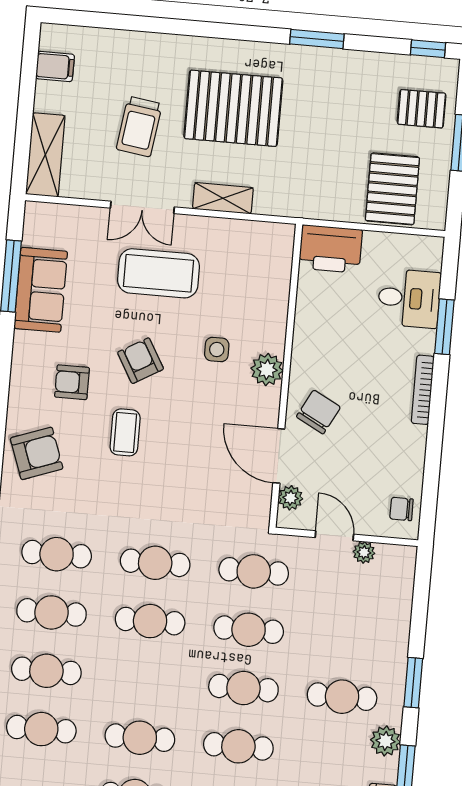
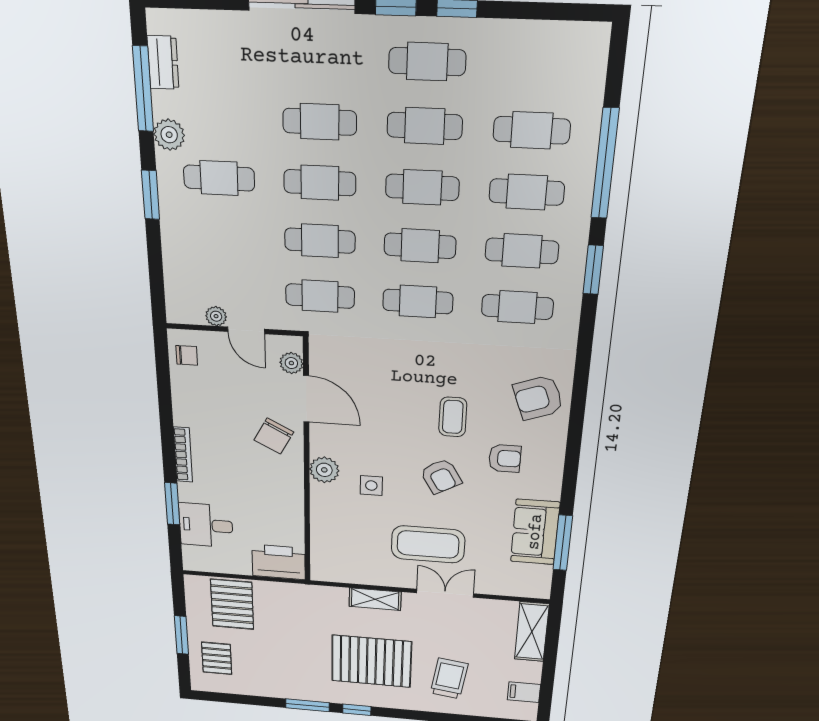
window: (428, 49) -> (357, 710), moved
pallet: (422, 109) -> (217, 658), turned 90
trolley: (139, 127) -> (449, 678), moved
cafe table: (145, 679) -> (422, 187), added

